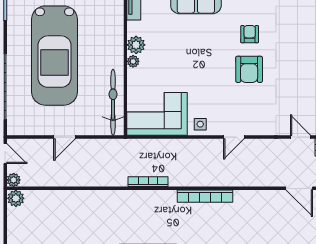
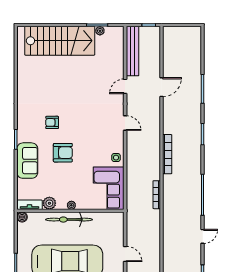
plant: (136, 45) -> (49, 203), moved
armchair: (249, 69) -> (63, 153), moved
bicycle: (113, 102) -> (69, 220), moved
door: (234, 137) -> (125, 123), moved

